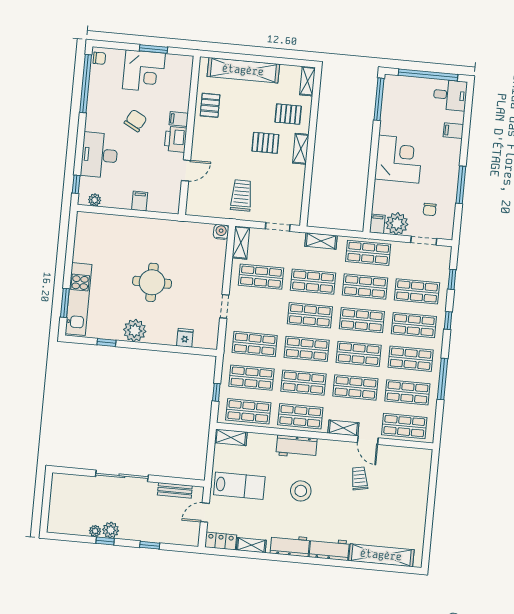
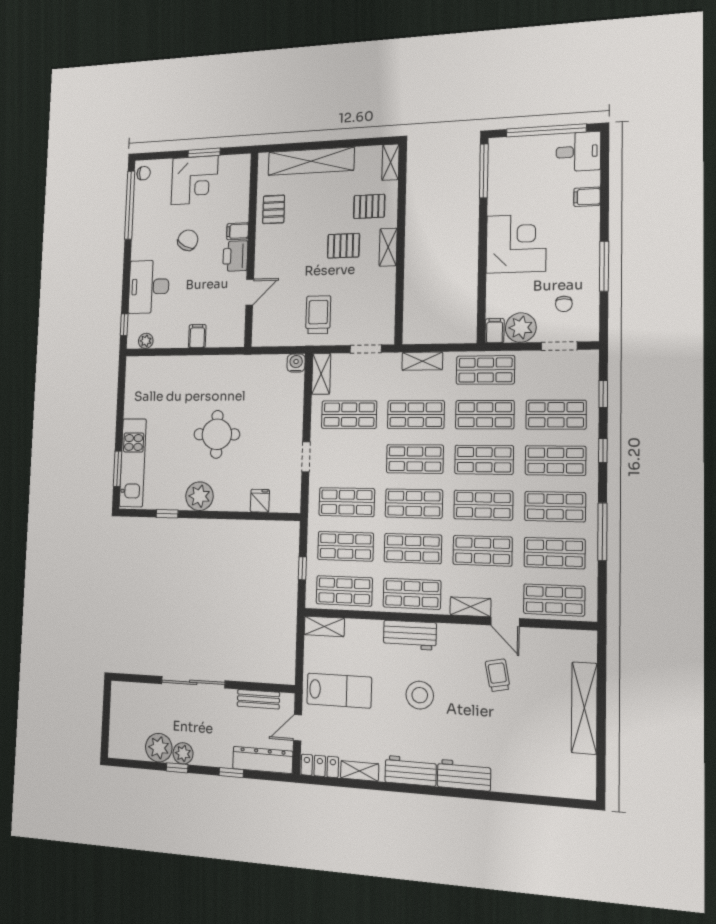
plant: (95, 531) -> (159, 748), width x1.87, depth x1.87
dresser: (176, 536) -> (263, 760), added
shelving: (381, 555) -> (584, 708), moved, turned 90

